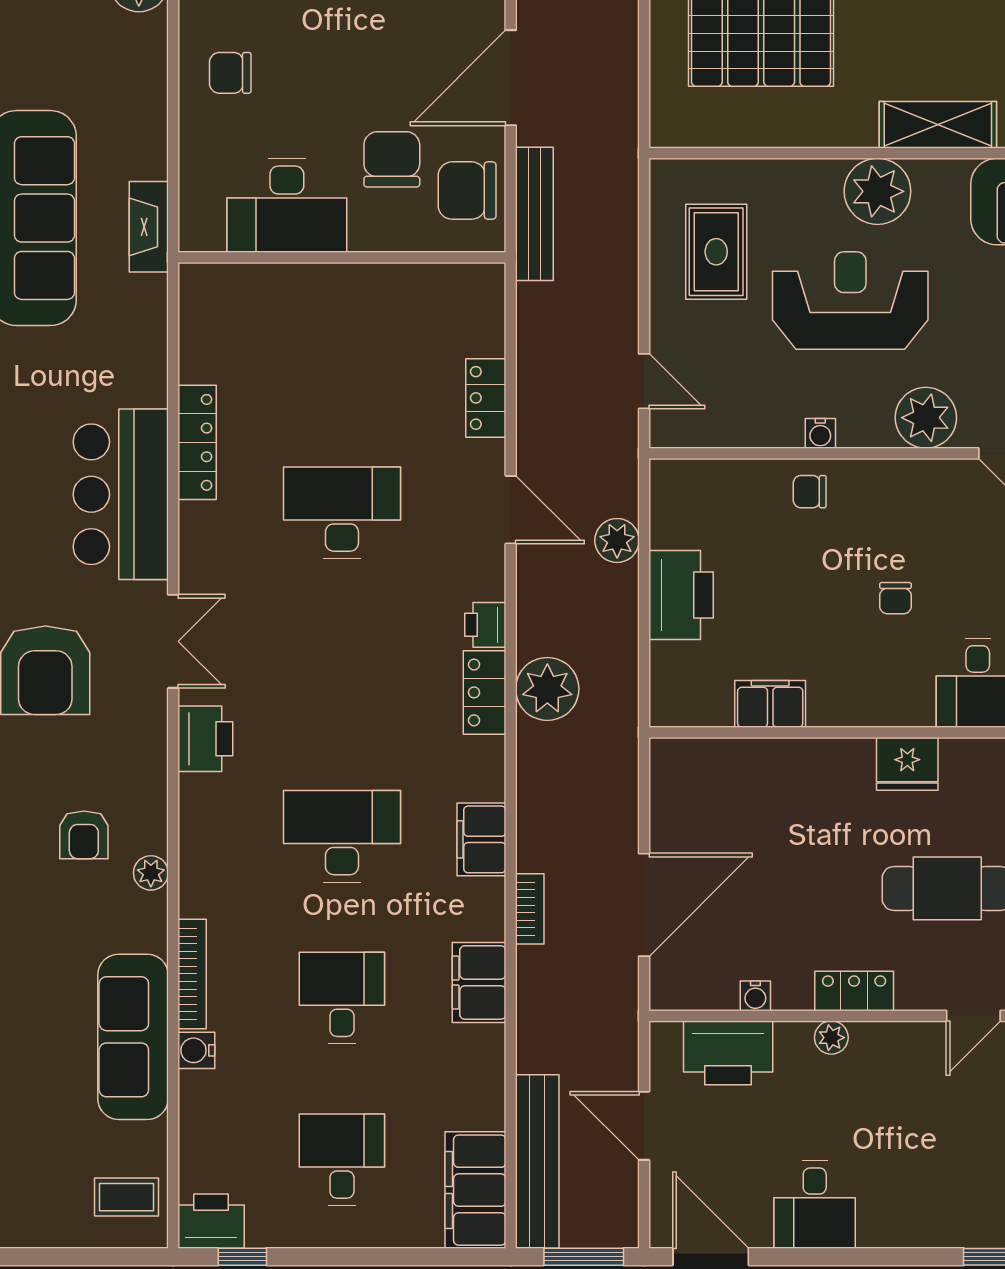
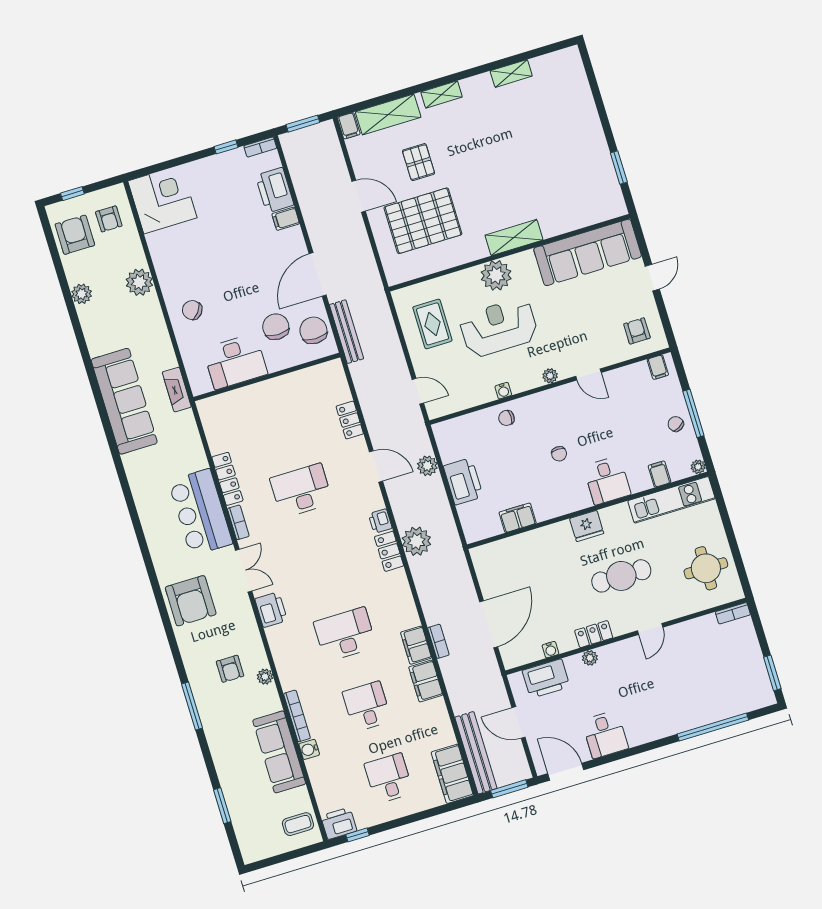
chair: (230, 73) -> (192, 310), turned 38
chair: (467, 191) -> (313, 330), turned 90
plant: (926, 418) -> (550, 376), width x0.53, depth x0.53
bookcase: (192, 539) -> (238, 522), added
filing cabinet: (481, 839) -> (416, 645), moved

